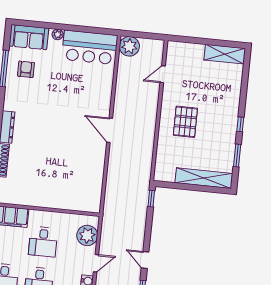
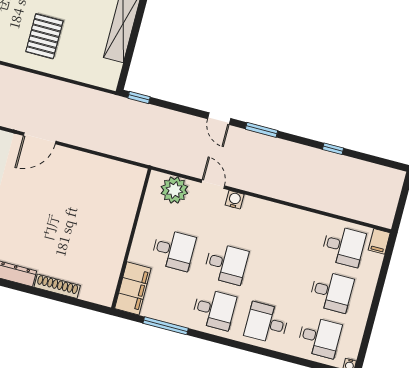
pallet: (185, 122) -> (44, 36), turned 90
door: (145, 260) -> (219, 119), hinge flipped

